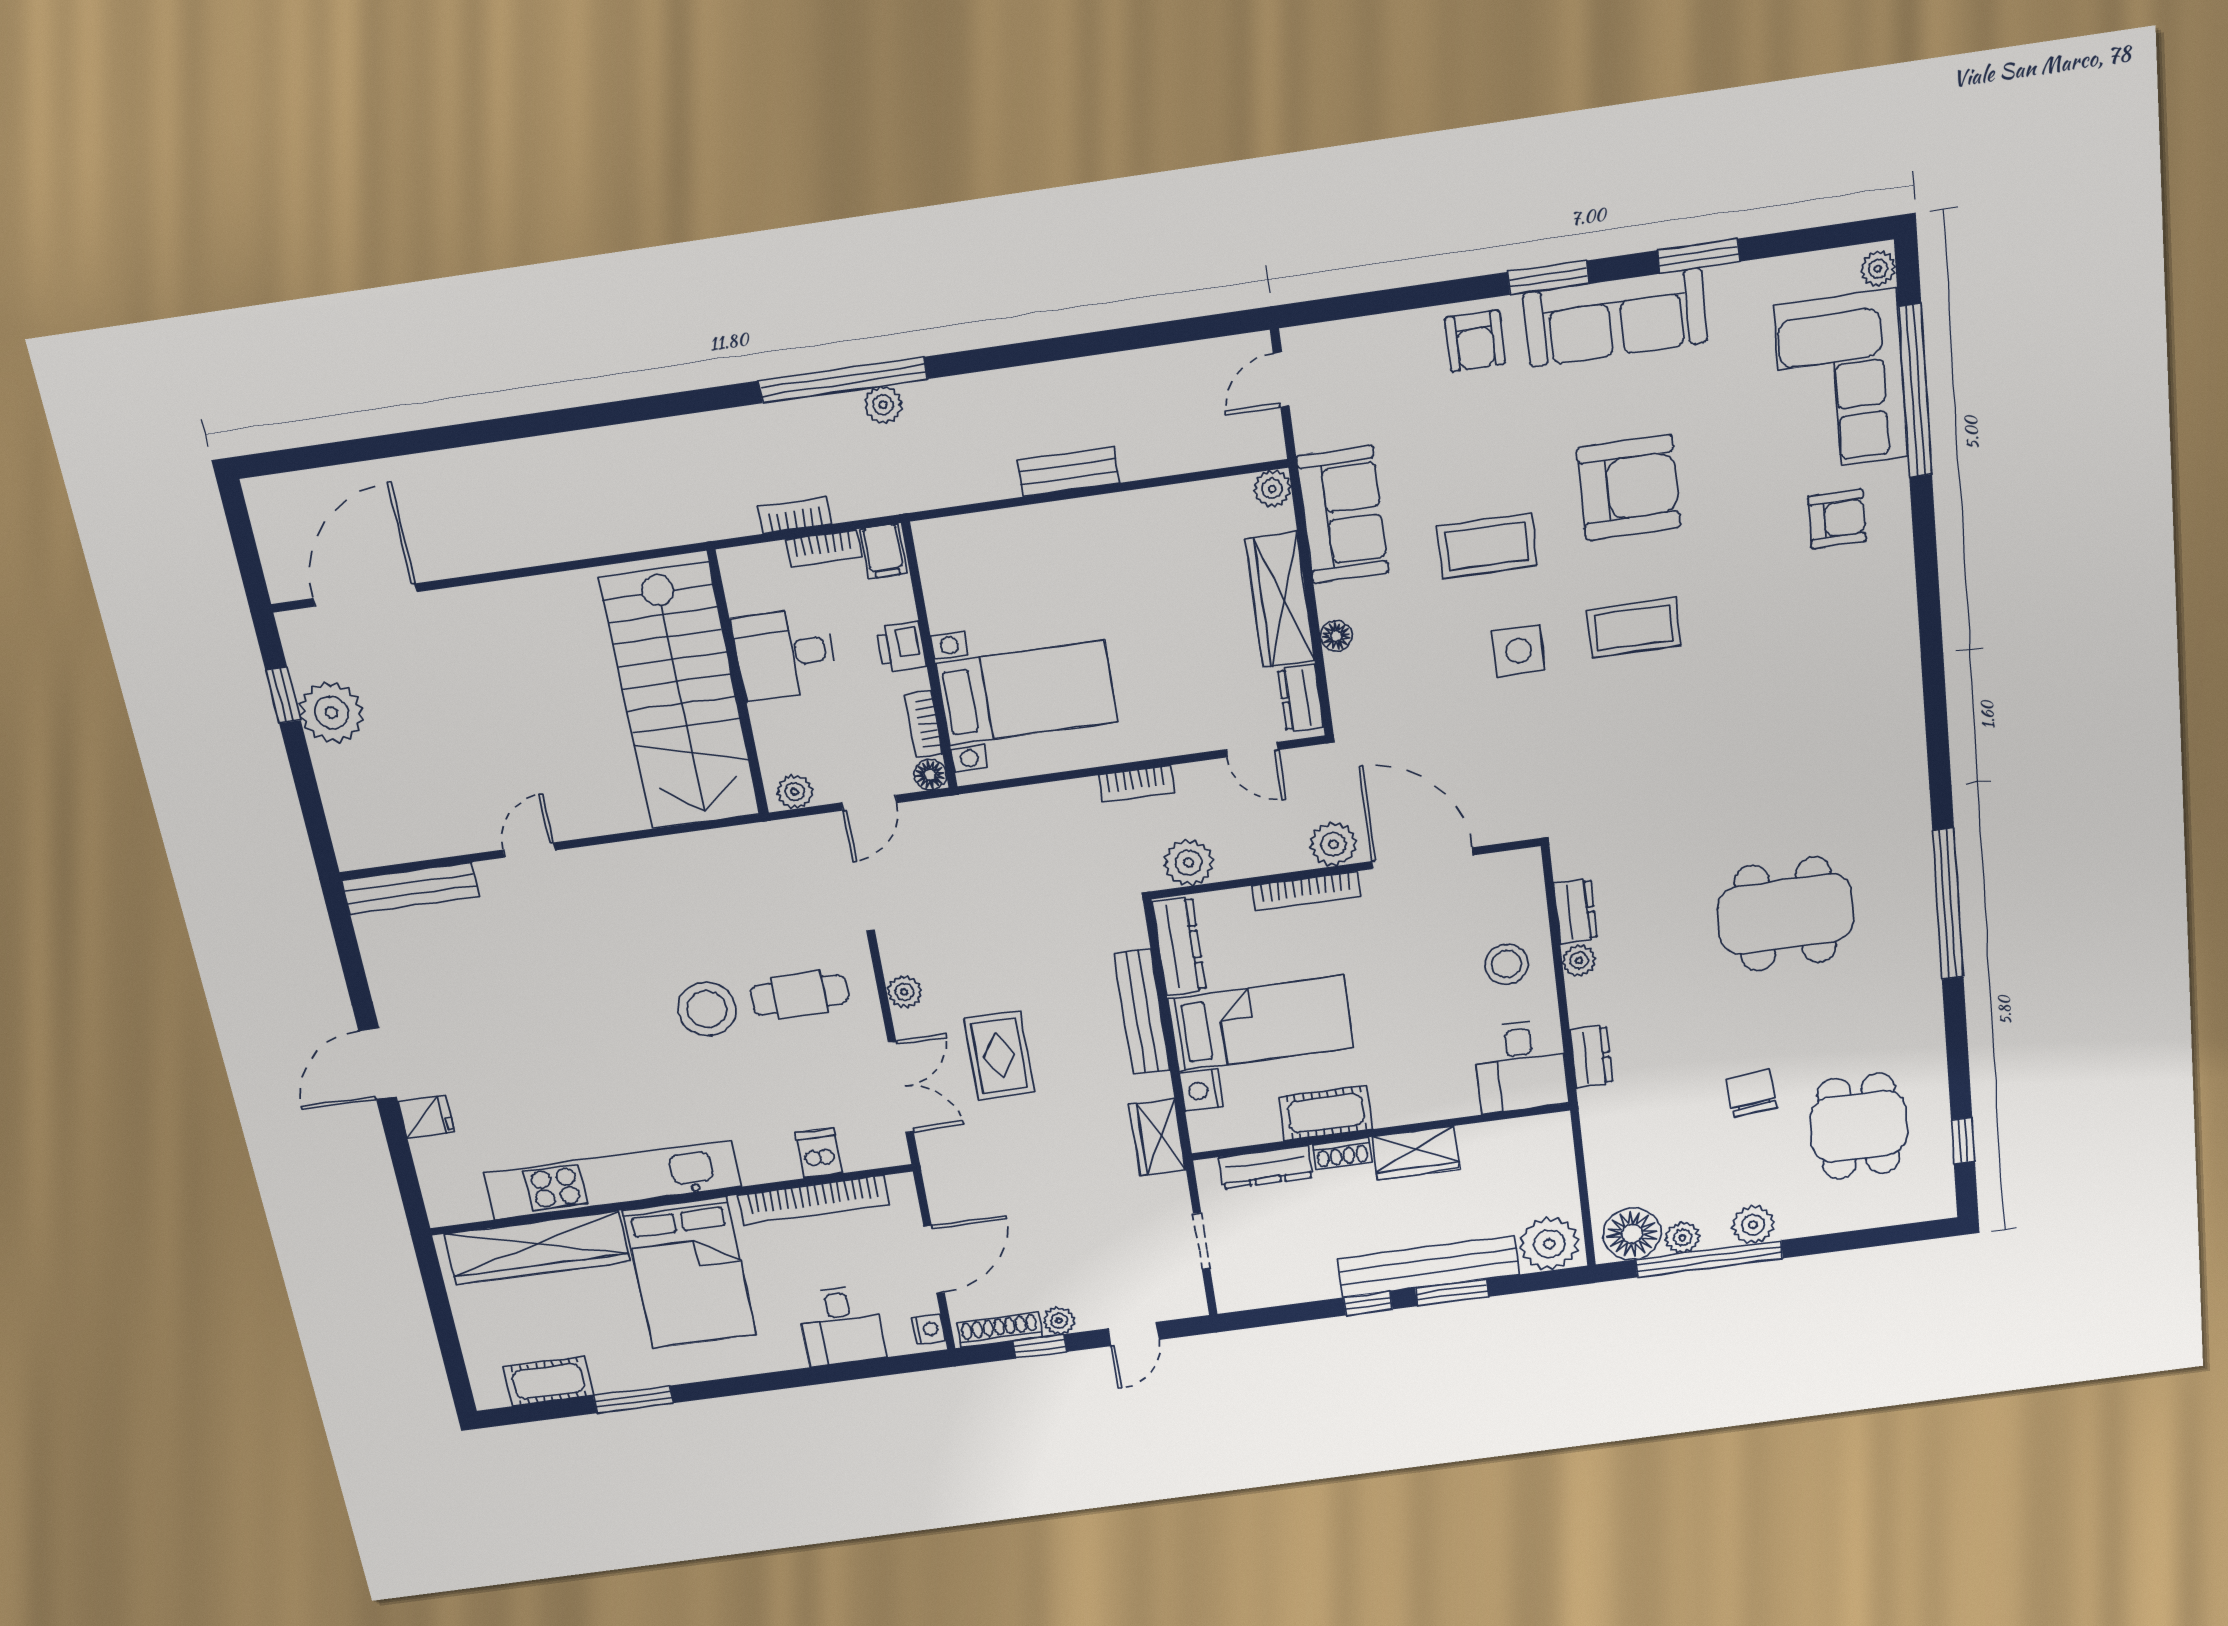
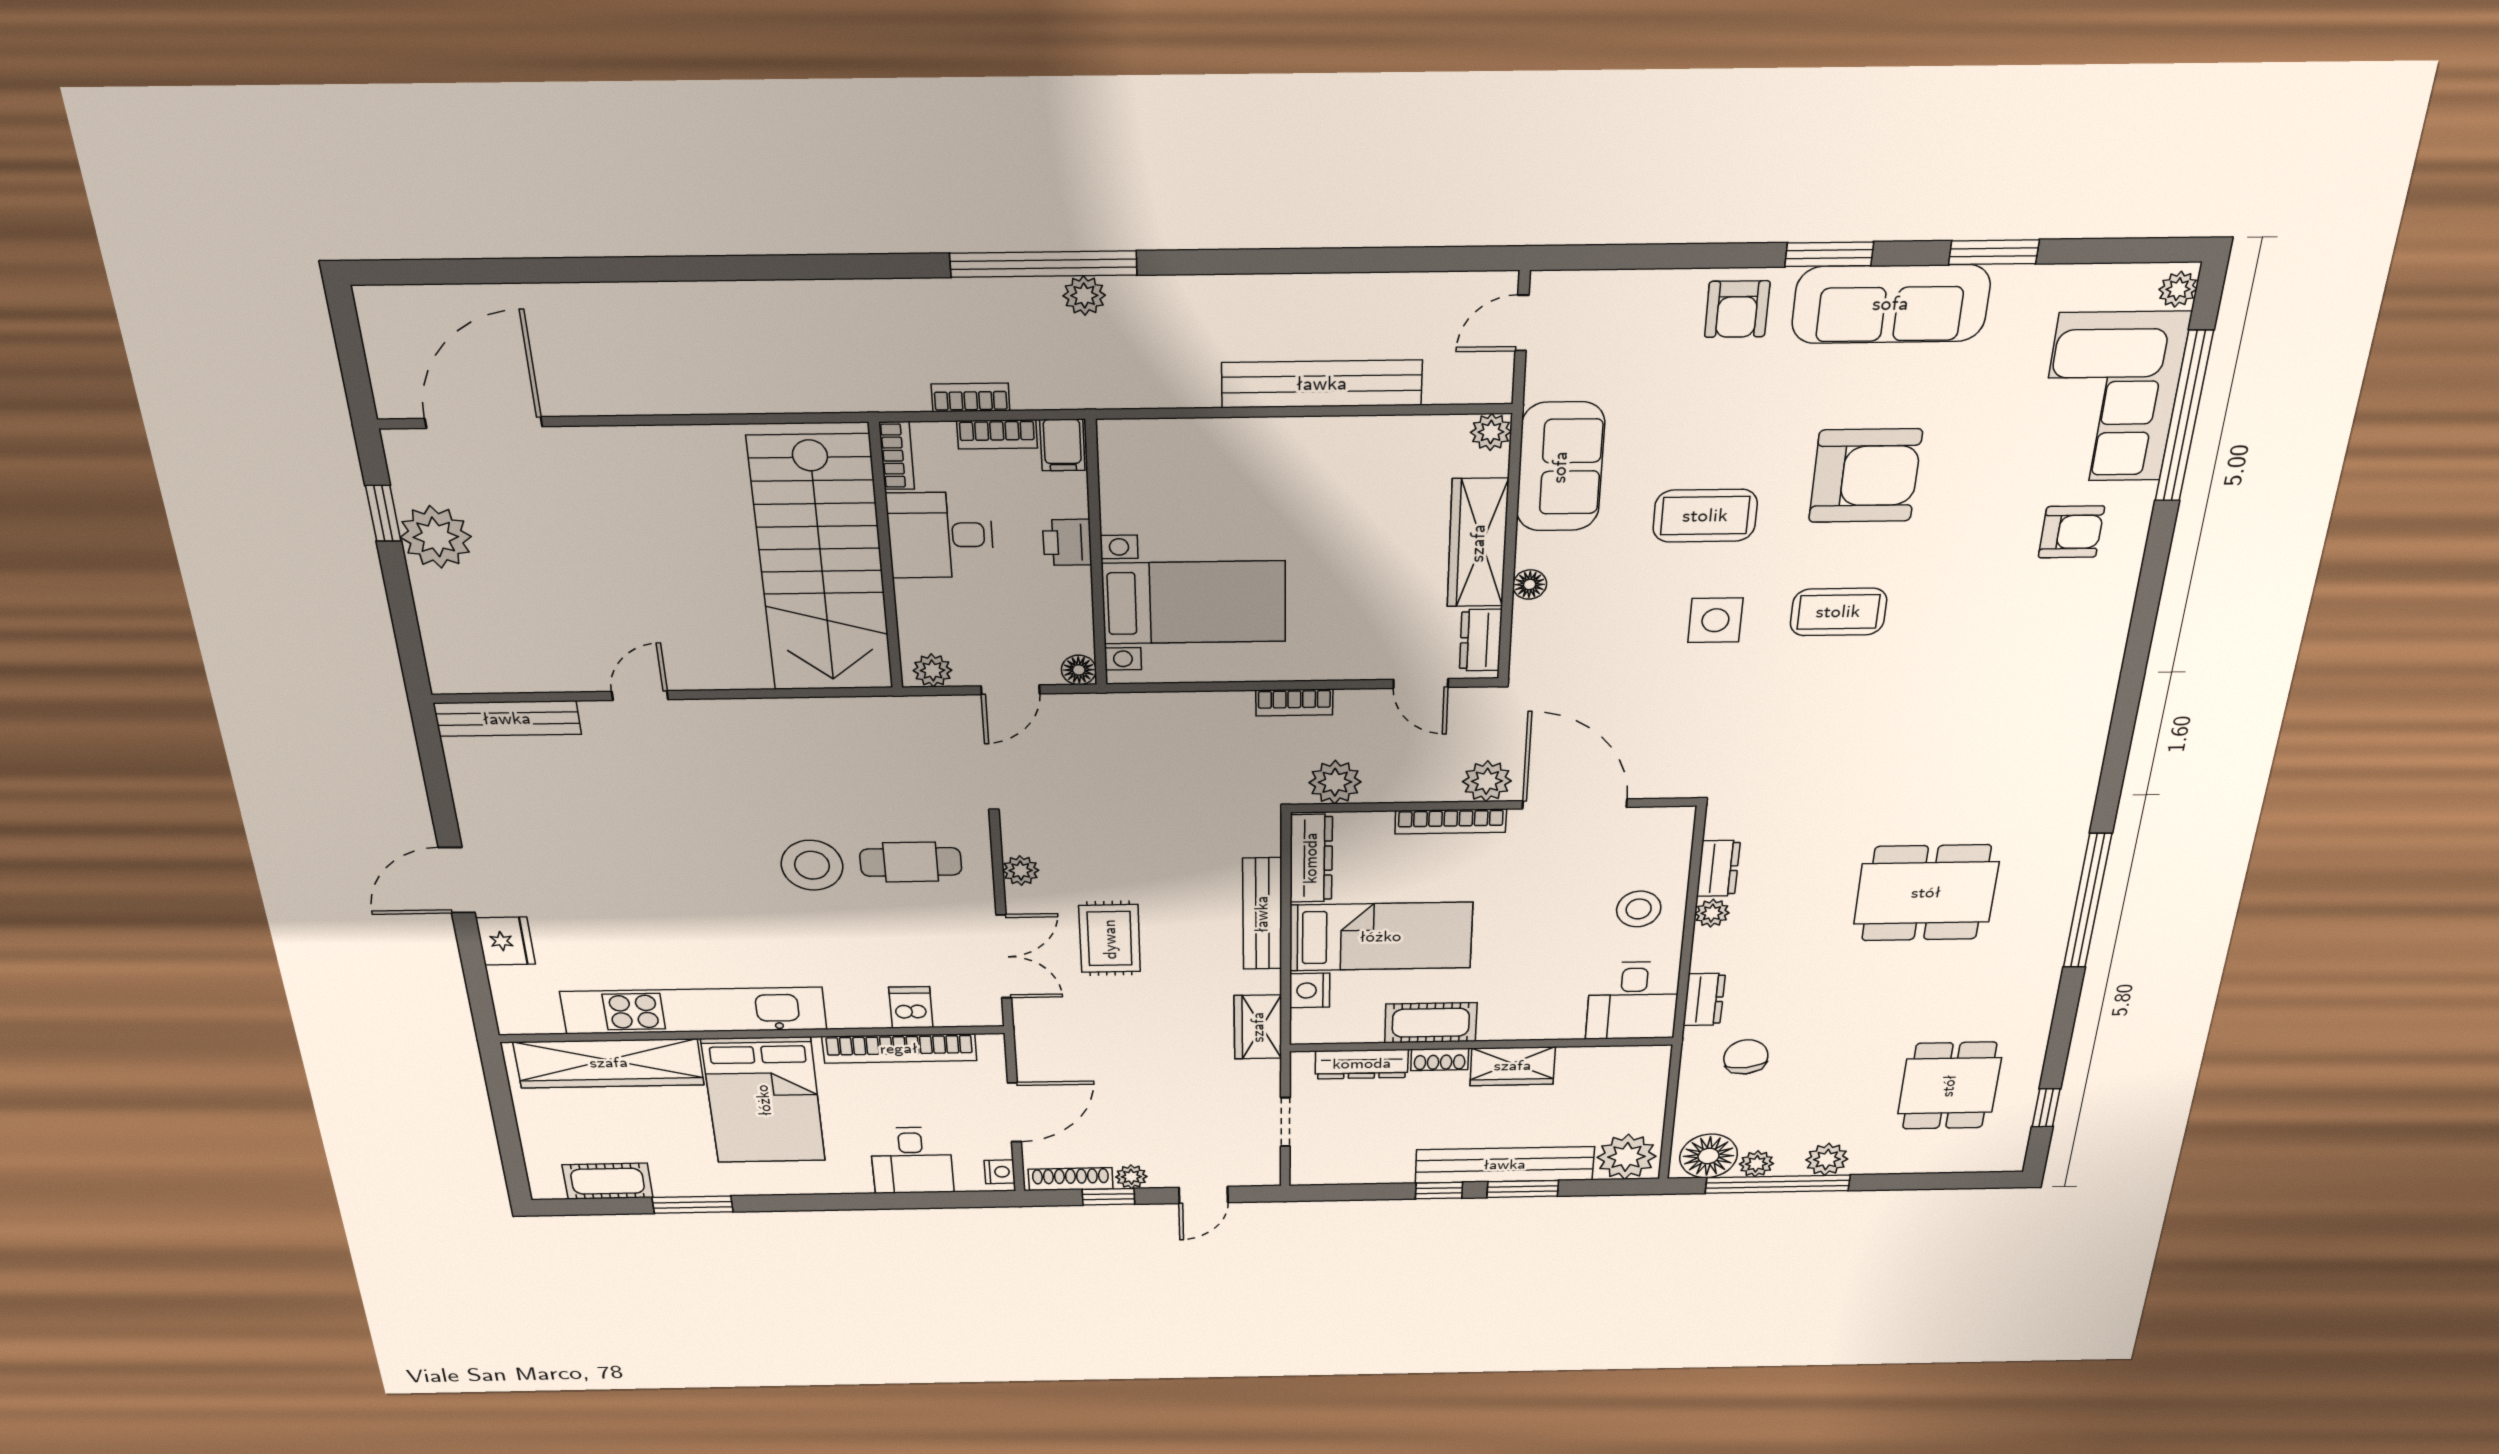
bench: (1068, 472) -> (1322, 384), width x1.86, depth x1.21
bookcase: (924, 724) -> (897, 456), moved, turned 180
chair: (1751, 1093) -> (1746, 1057), moved
fridge: (426, 1117) -> (505, 941), width x1.38

